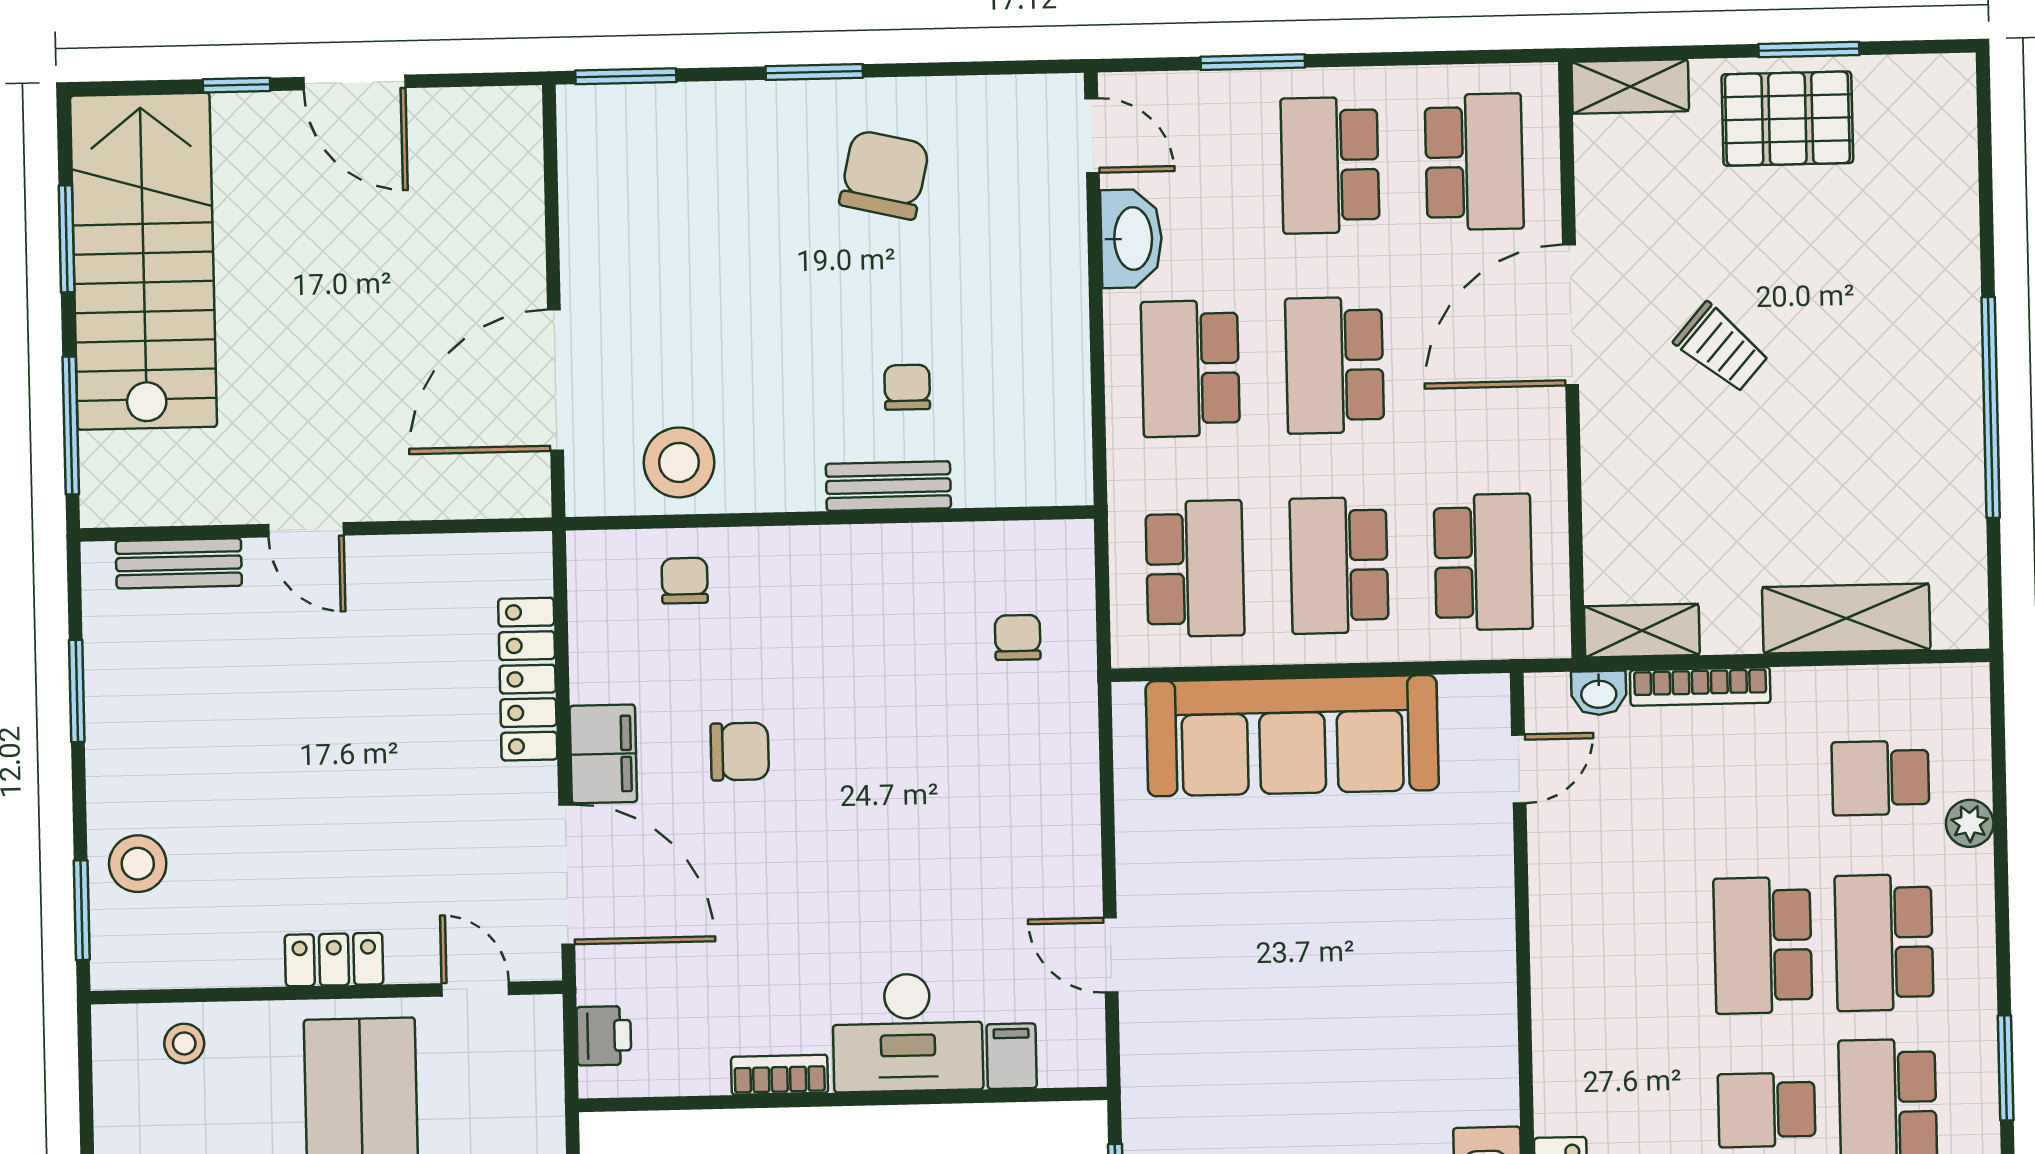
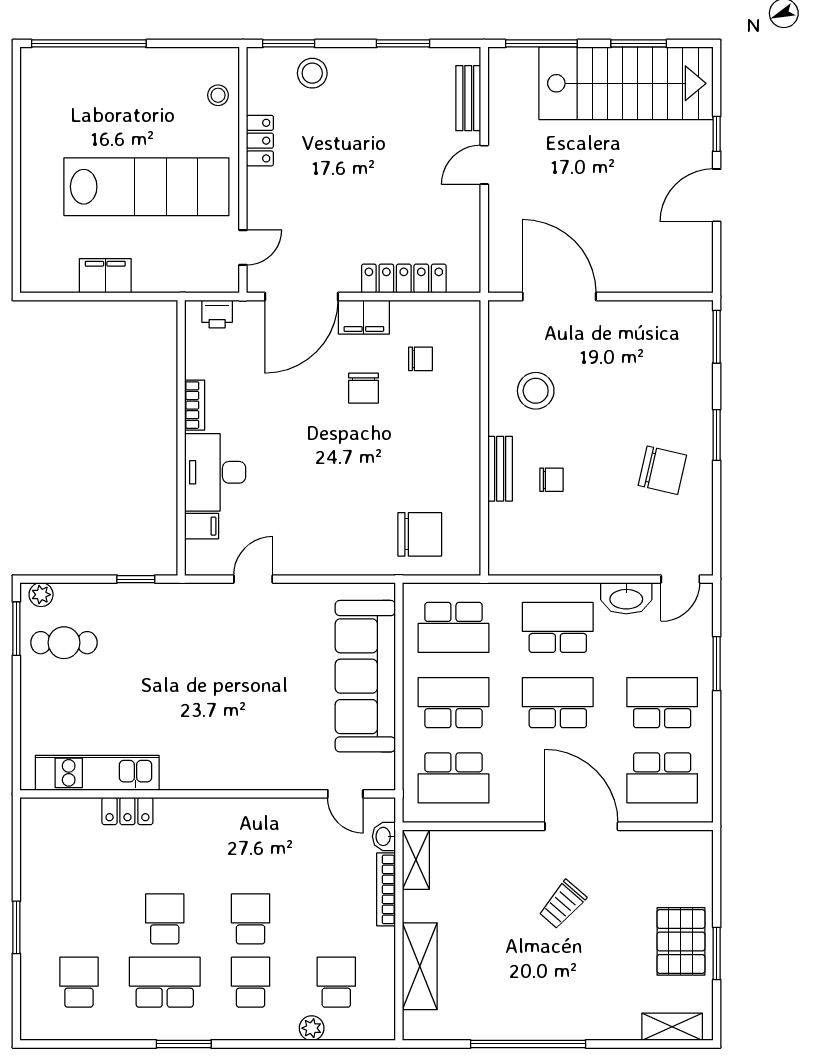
shelving: (1630, 86) -> (672, 1027), moved, turned 90
stool: (679, 462) -> (536, 391), moved
chair: (685, 581) -> (420, 359), moved
chair: (1018, 637) -> (420, 534), width x1.87, depth x1.87
school desk: (1884, 943) -> (251, 982), width x0.54
school desk: (1763, 945) -> (251, 919), width x0.54
locker: (334, 960) -> (260, 141), moved

